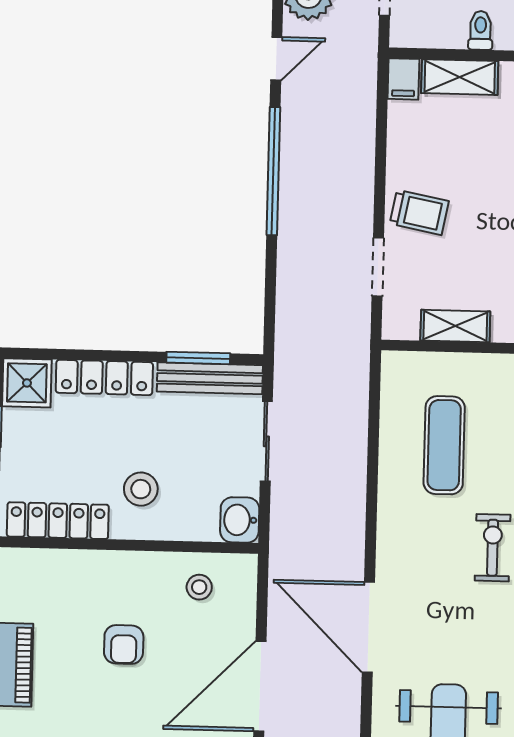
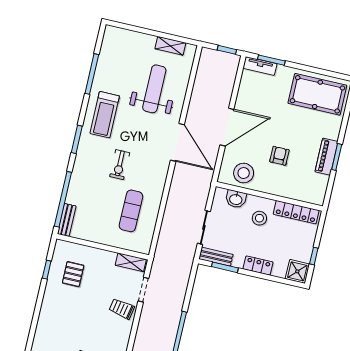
shelving: (455, 326) -> (131, 262), moved
locker: (104, 377) -> (258, 266), width x0.66
bench: (210, 378) -> (216, 257), width x0.73
washbasin: (240, 520) -> (236, 199), moved, turned 90
stool: (199, 587) -> (244, 173), width x1.89, depth x1.89

